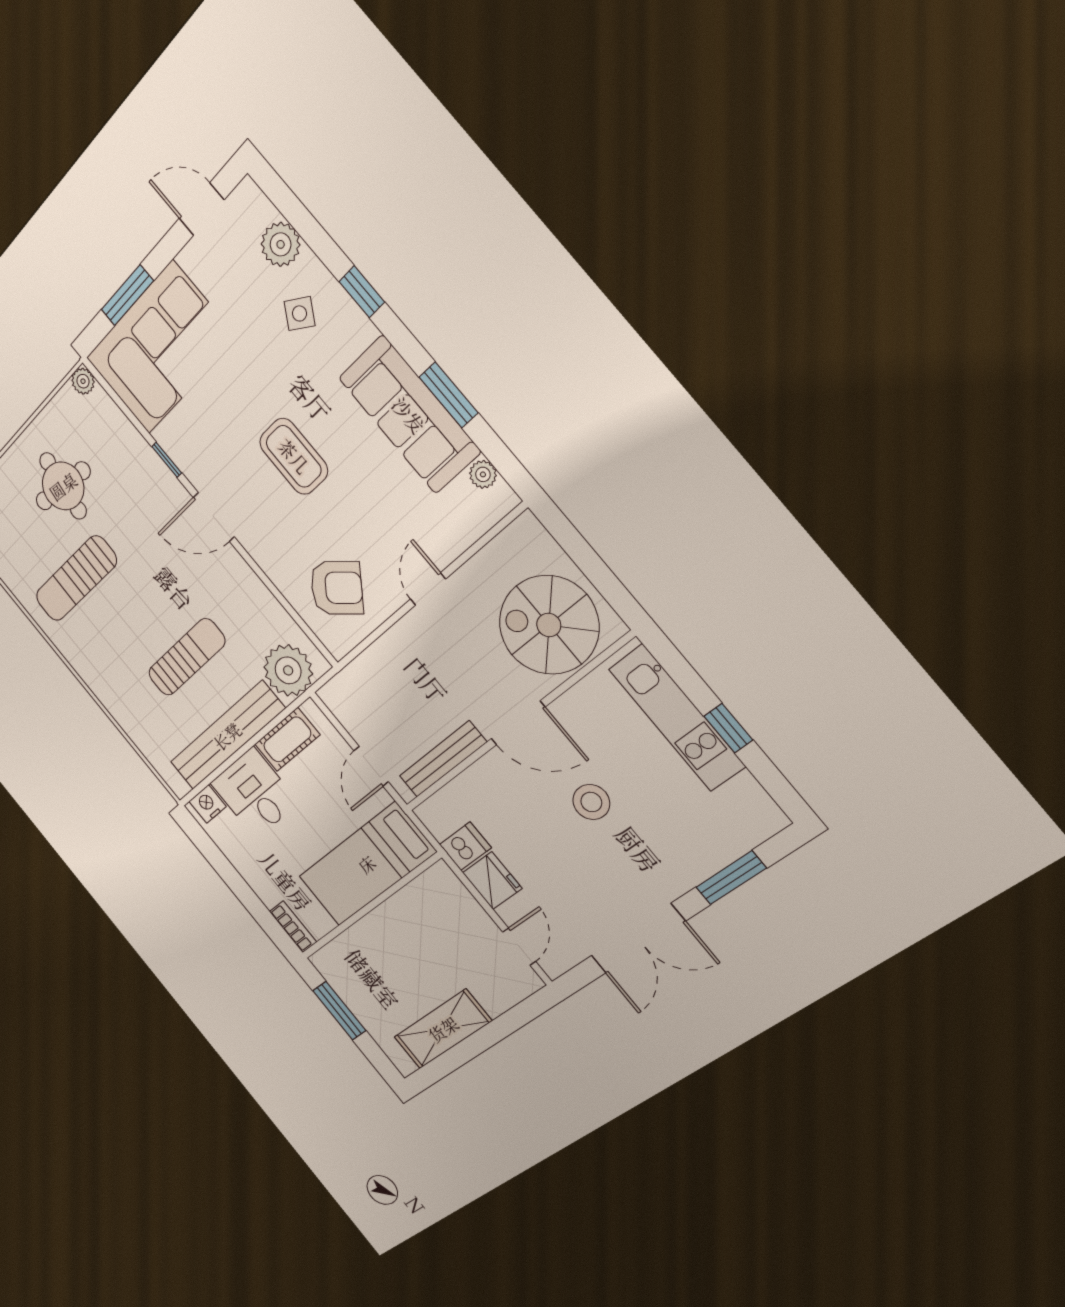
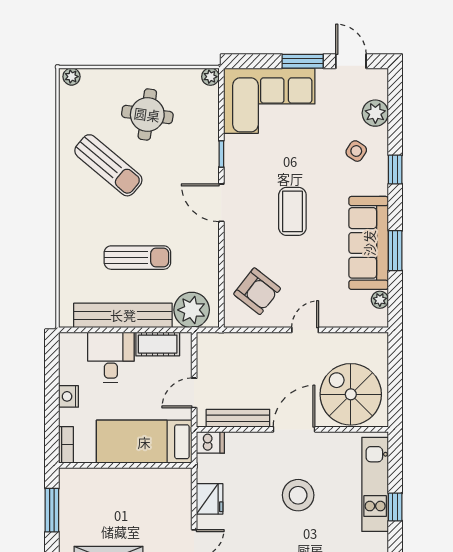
window: (127, 295) -> (303, 61), moved
sun lounger: (76, 578) -> (108, 165), turned -141
door: (518, 723) -> (294, 429), swing flipped
stool: (591, 802) -> (298, 495), width x1.38, depth x1.38
nightstand: (208, 804) -> (69, 396), moved, turned -90
dishwasher: (465, 846) -> (210, 442), moved

